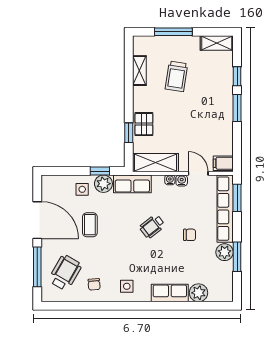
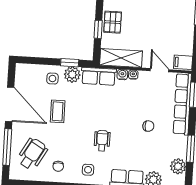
water cooler: (182, 180) -> (122, 75), moved
wheelchair: (152, 226) -> (102, 141), moved, turned 128
plant: (225, 252) -> (178, 166), moved

